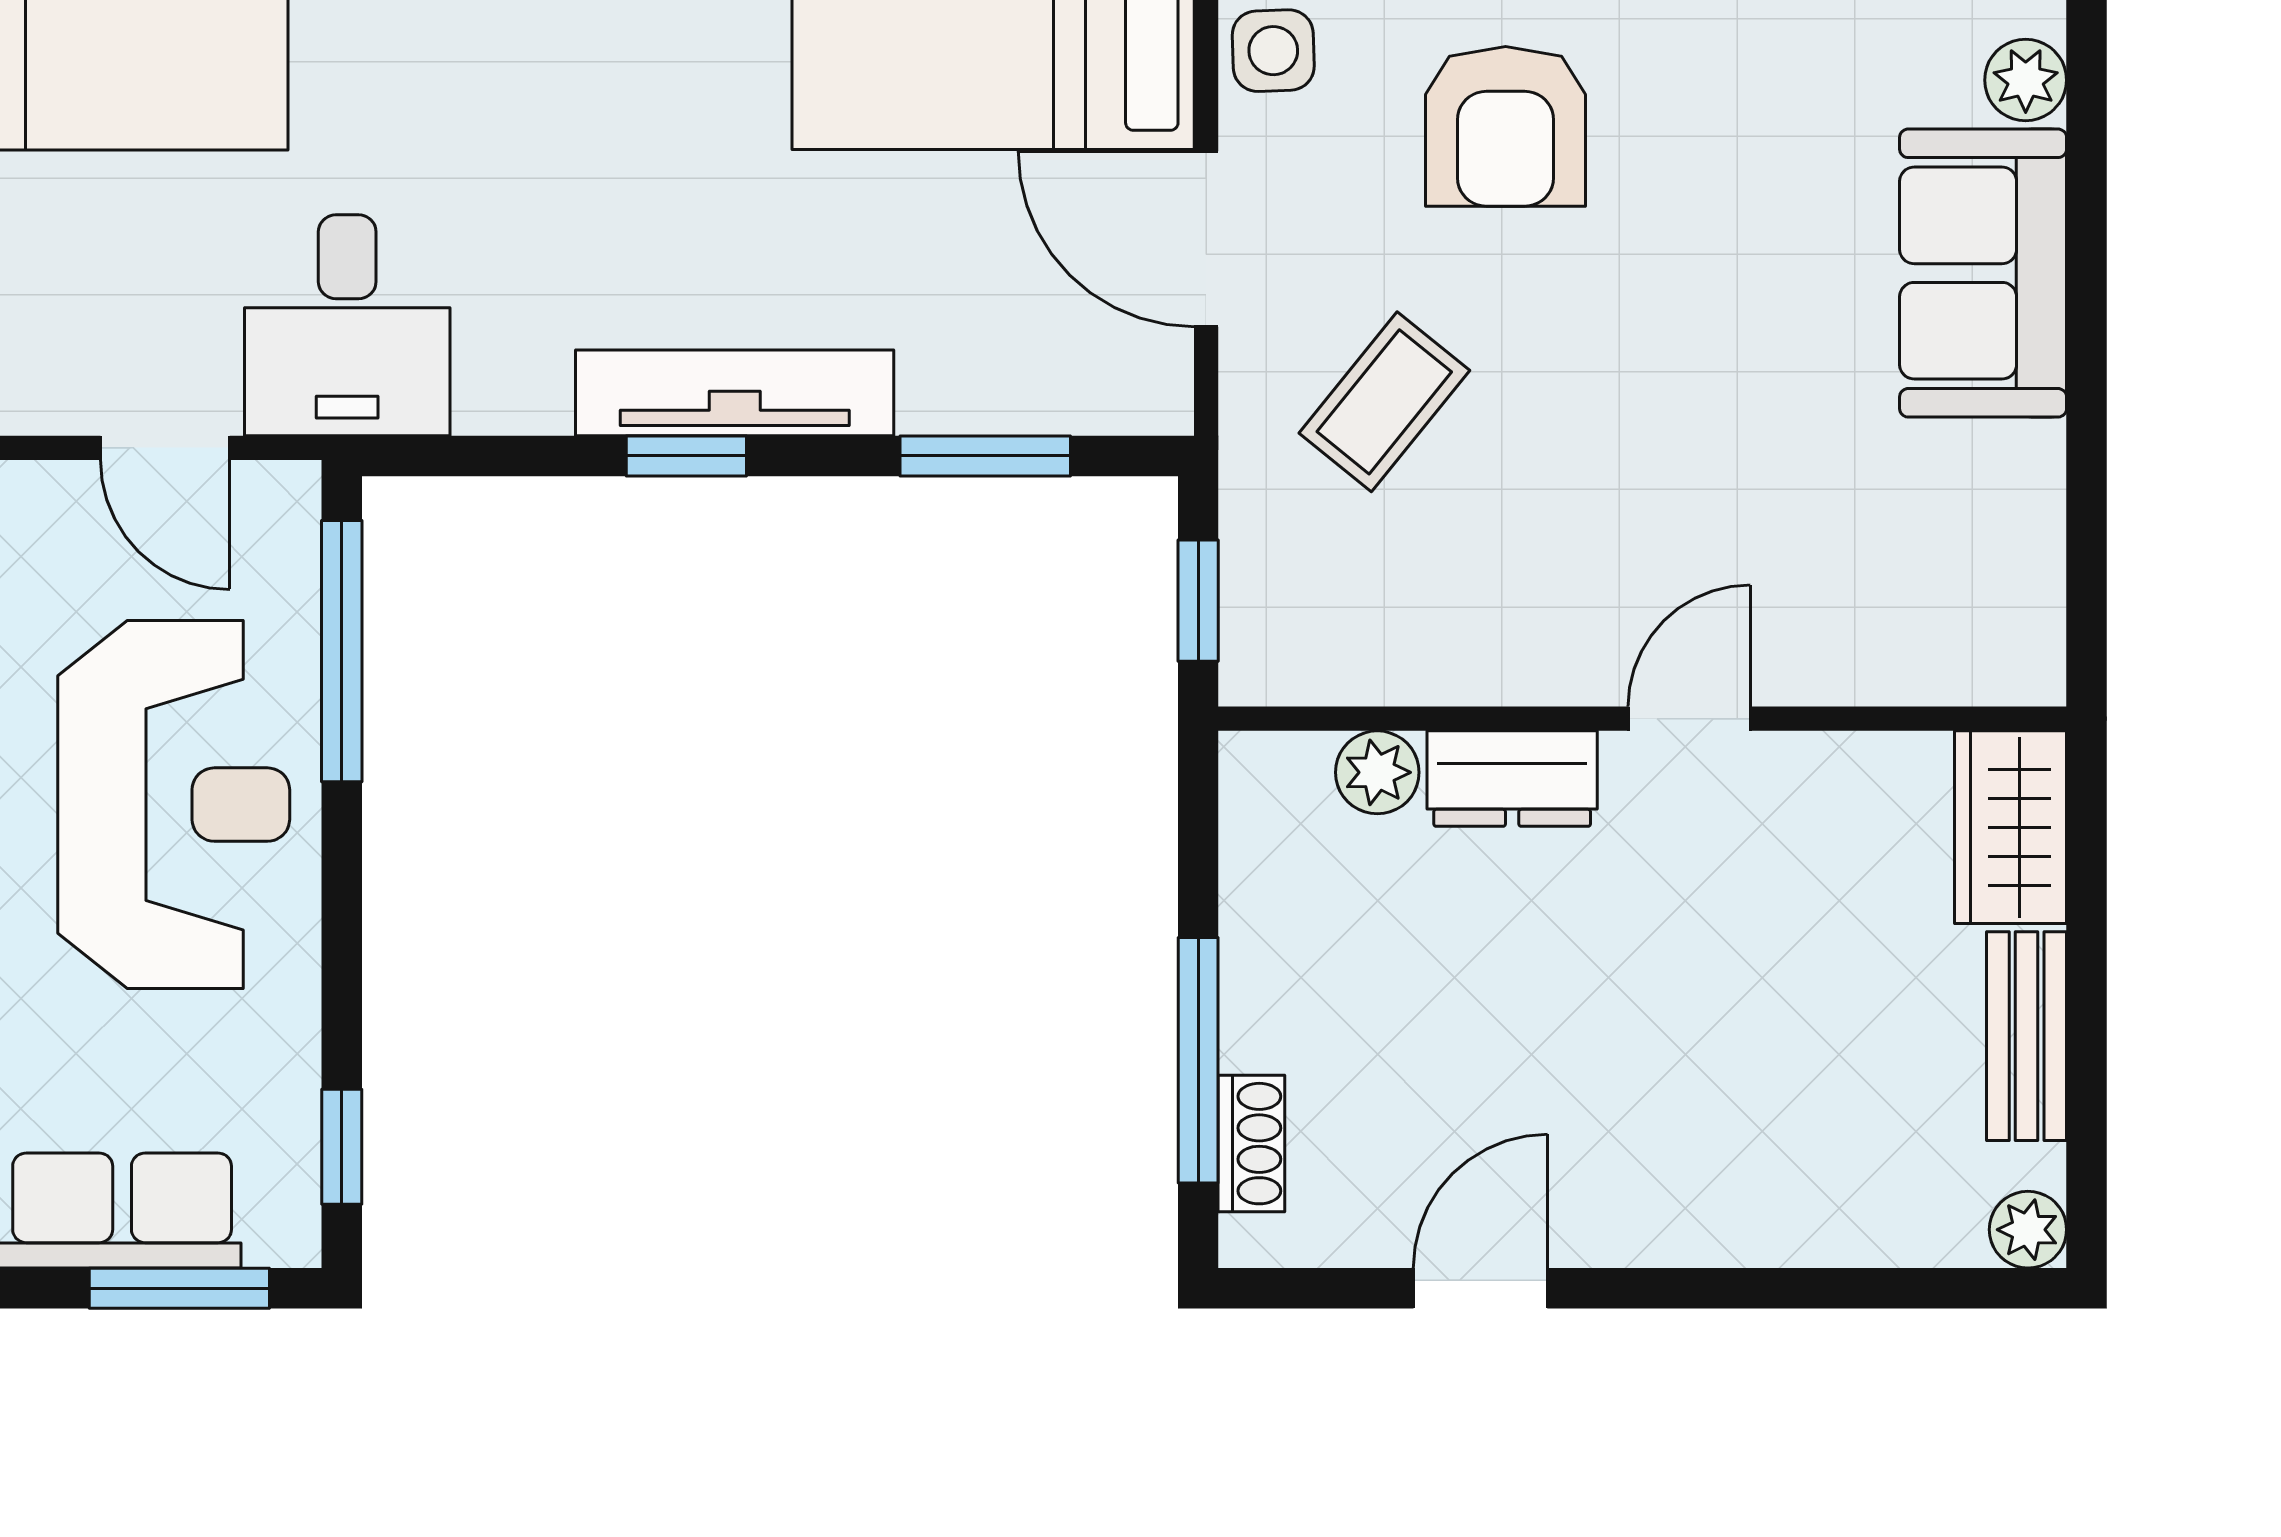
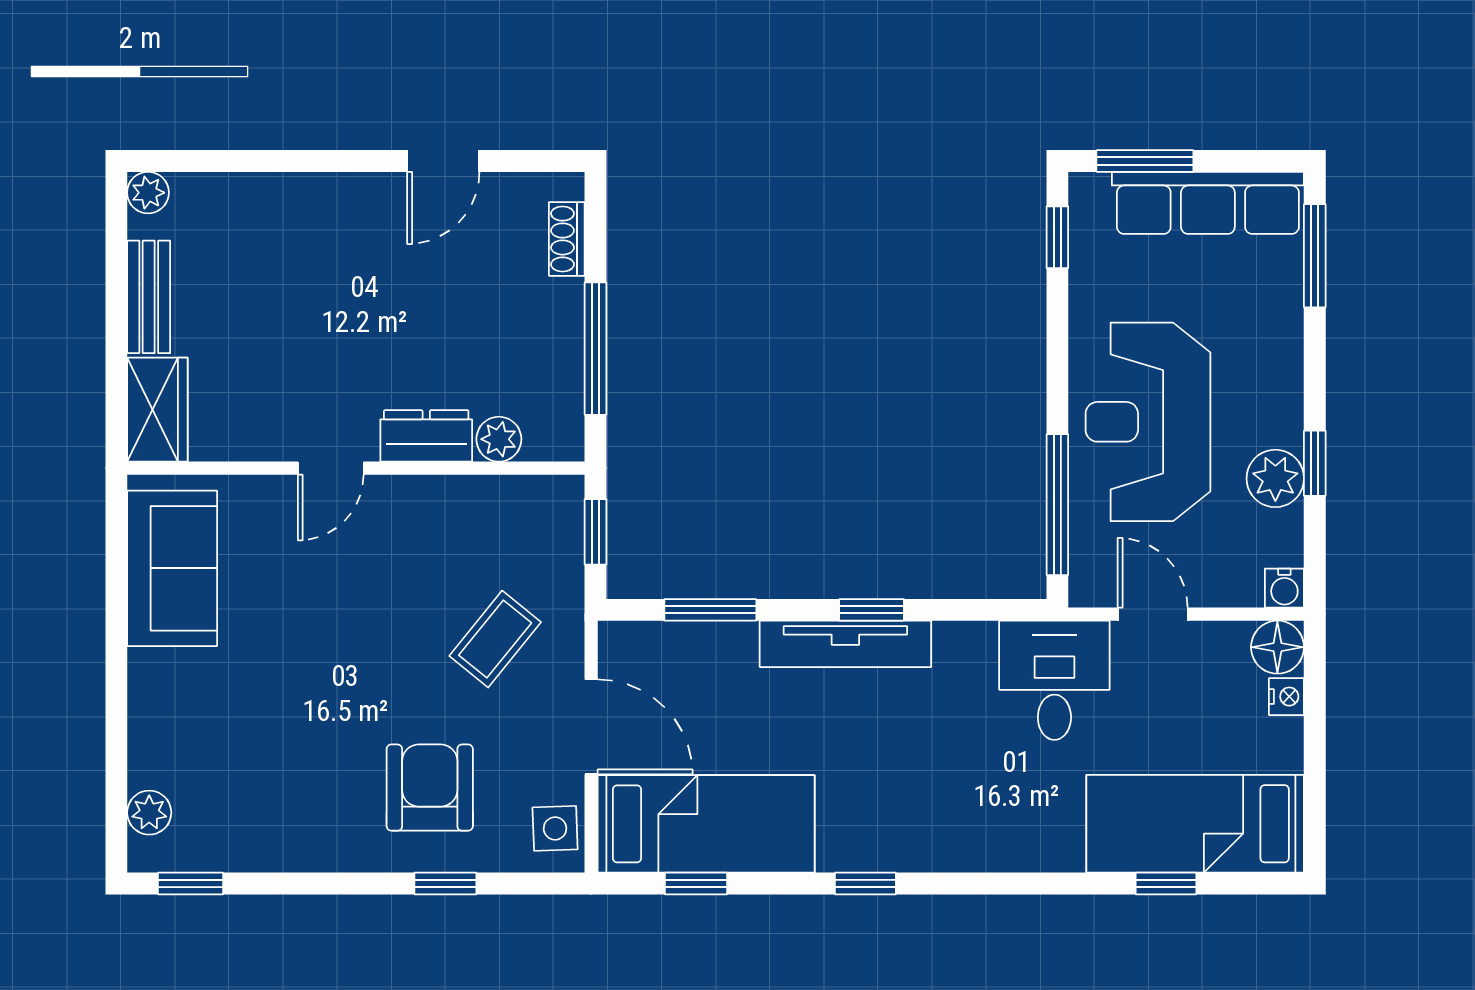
sofa: (1983, 273) -> (172, 568), moved
window: (1198, 1060) -> (596, 349), moved

